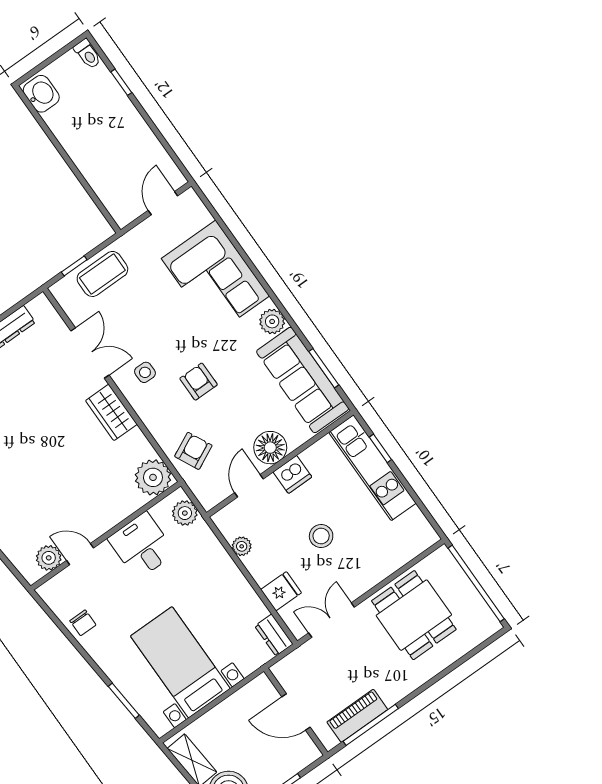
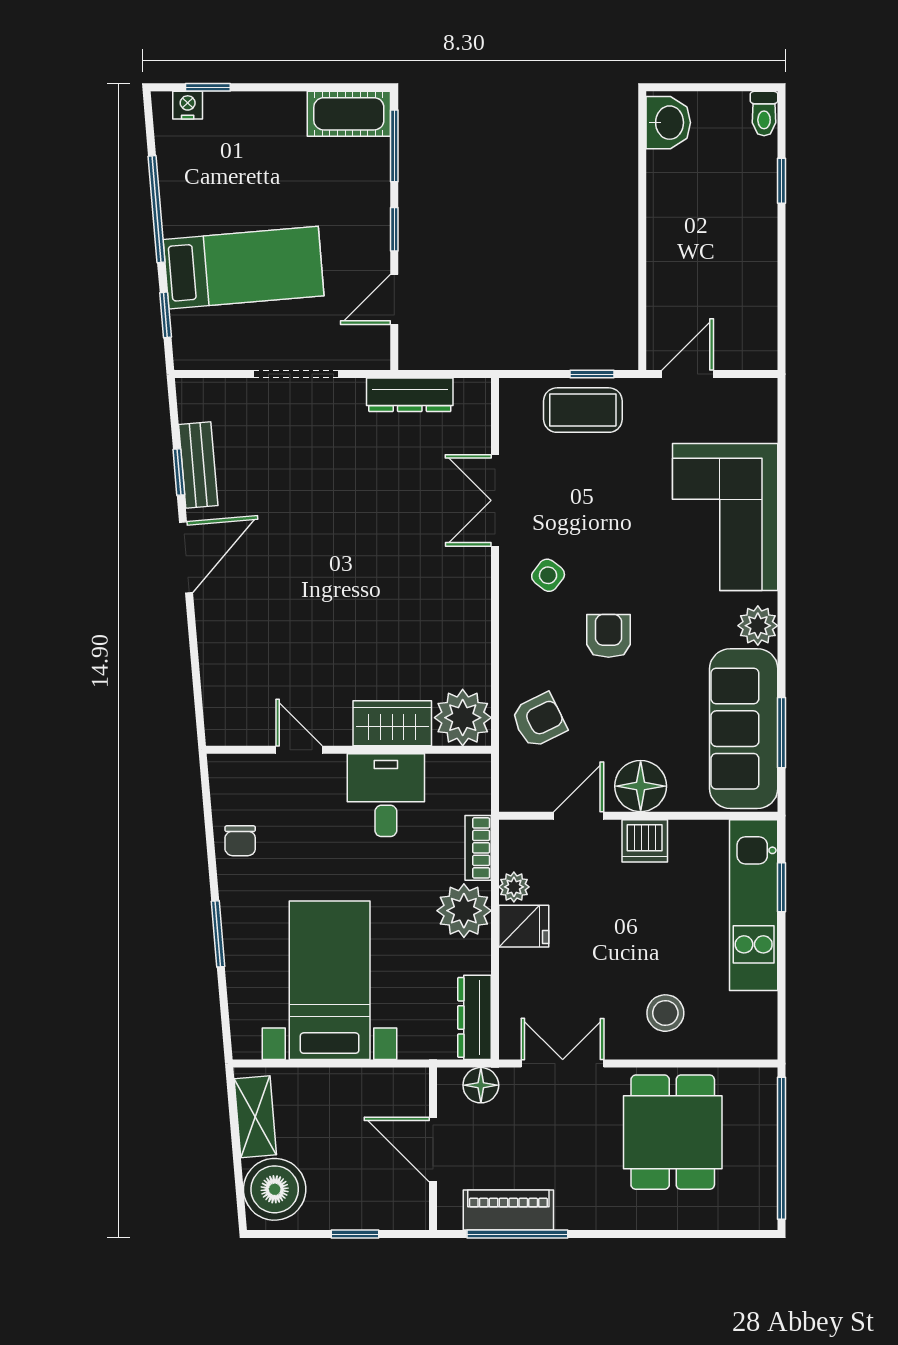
door: (163, 203) -> (688, 374), moved
window: (74, 266) -> (592, 374), moved
double door: (90, 353) -> (495, 500), swing flipped
side table: (145, 372) -> (548, 575), turned 38
wardrobe: (111, 412) -> (392, 723), moved, turned 90
plant: (185, 513) -> (464, 911), moved, width x1.36, depth x1.36
stool: (321, 536) -> (665, 1013), moved
bookcase: (209, 539) -> (478, 848), added
plant: (49, 558) -> (255, 726), removed
fridge: (281, 591) -> (524, 926), moved
dresser: (274, 635) -> (474, 1017), width x1.44
floor lamp: (297, 661) -> (481, 1085), added
window: (124, 701) -> (218, 934), moved

